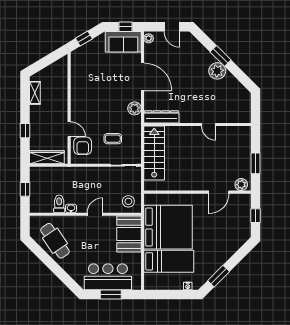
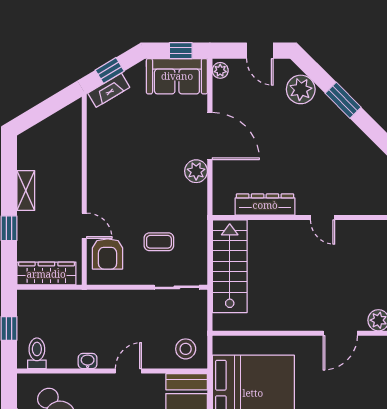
fireplace: (83, 50) -> (109, 90), added
plant: (217, 71) -> (301, 89), moved
shelving: (35, 93) -> (26, 191), moved
plant: (135, 108) -> (196, 171), moved
dresser: (161, 117) -> (265, 205), moved
toilet: (59, 204) -> (37, 353), moved

